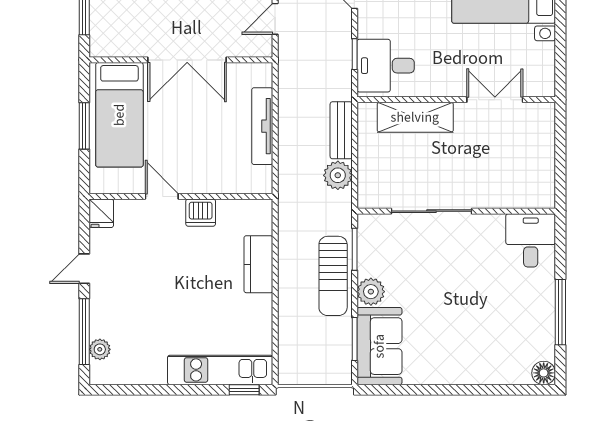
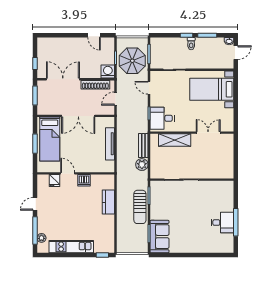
fridge: (101, 213) -> (55, 181), moved
desk: (531, 240) -> (222, 223), moved, turned 90
plant: (371, 292) -> (156, 214), removed
kitchen unit: (220, 370) -> (71, 247), moved
floor lamp: (544, 373) -> (229, 248), removed

